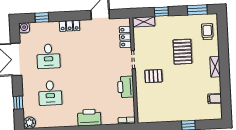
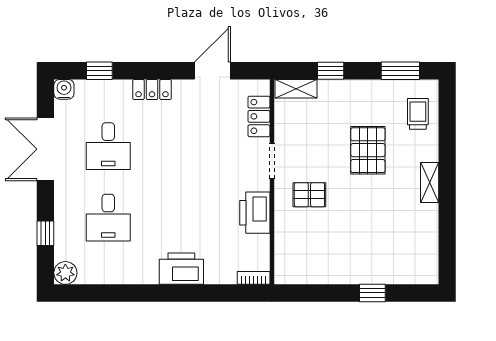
filing cabinet: (215, 99) -> (426, 244), removed

